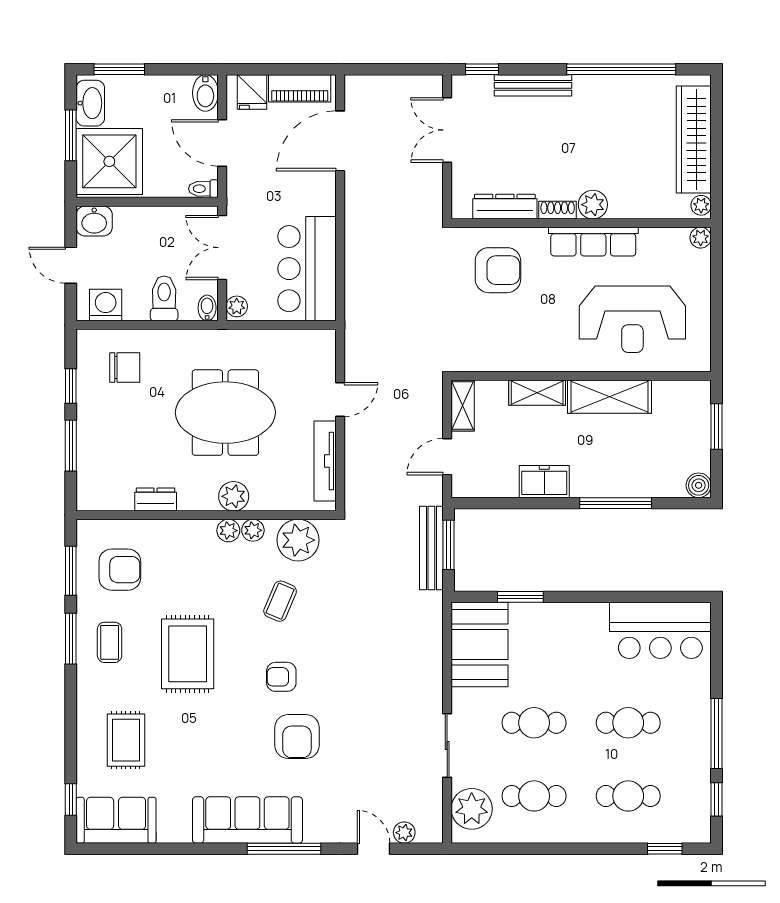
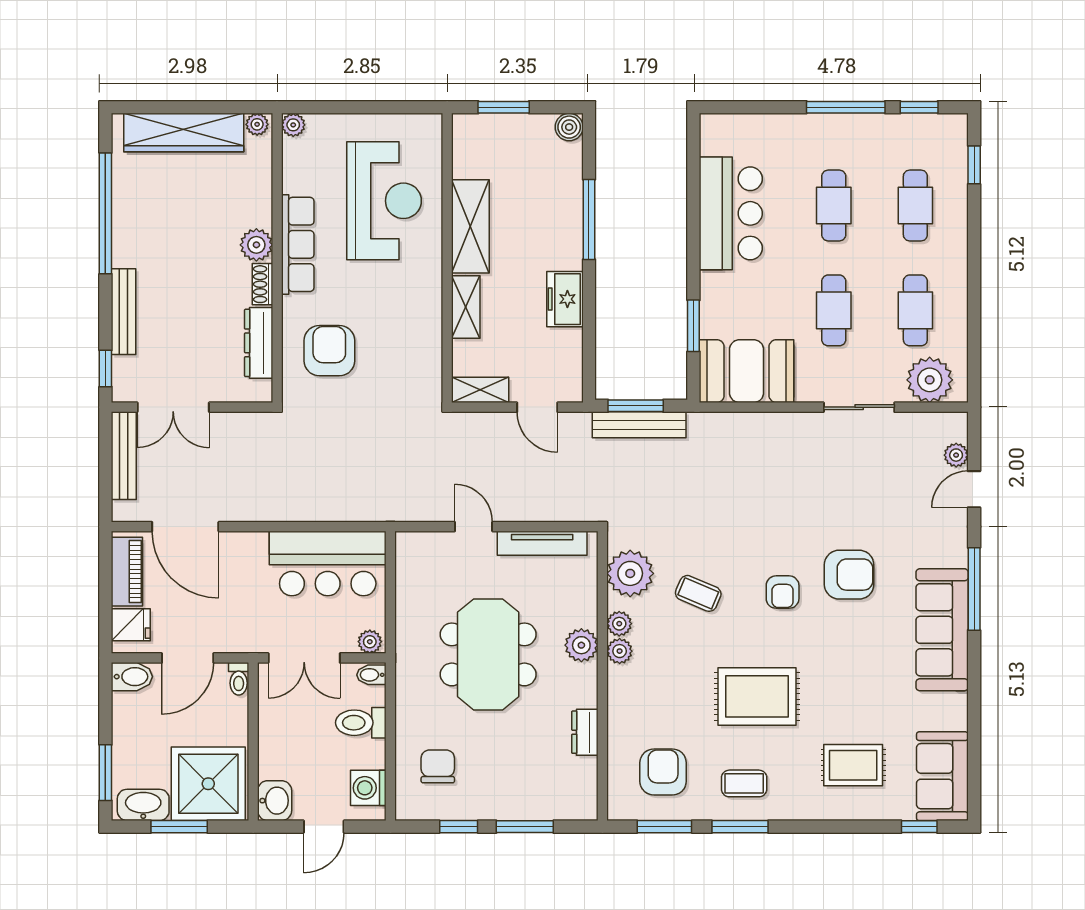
bench: (404, 86) -> (124, 456), added
bar counter: (660, 630) -> (731, 213), moved

